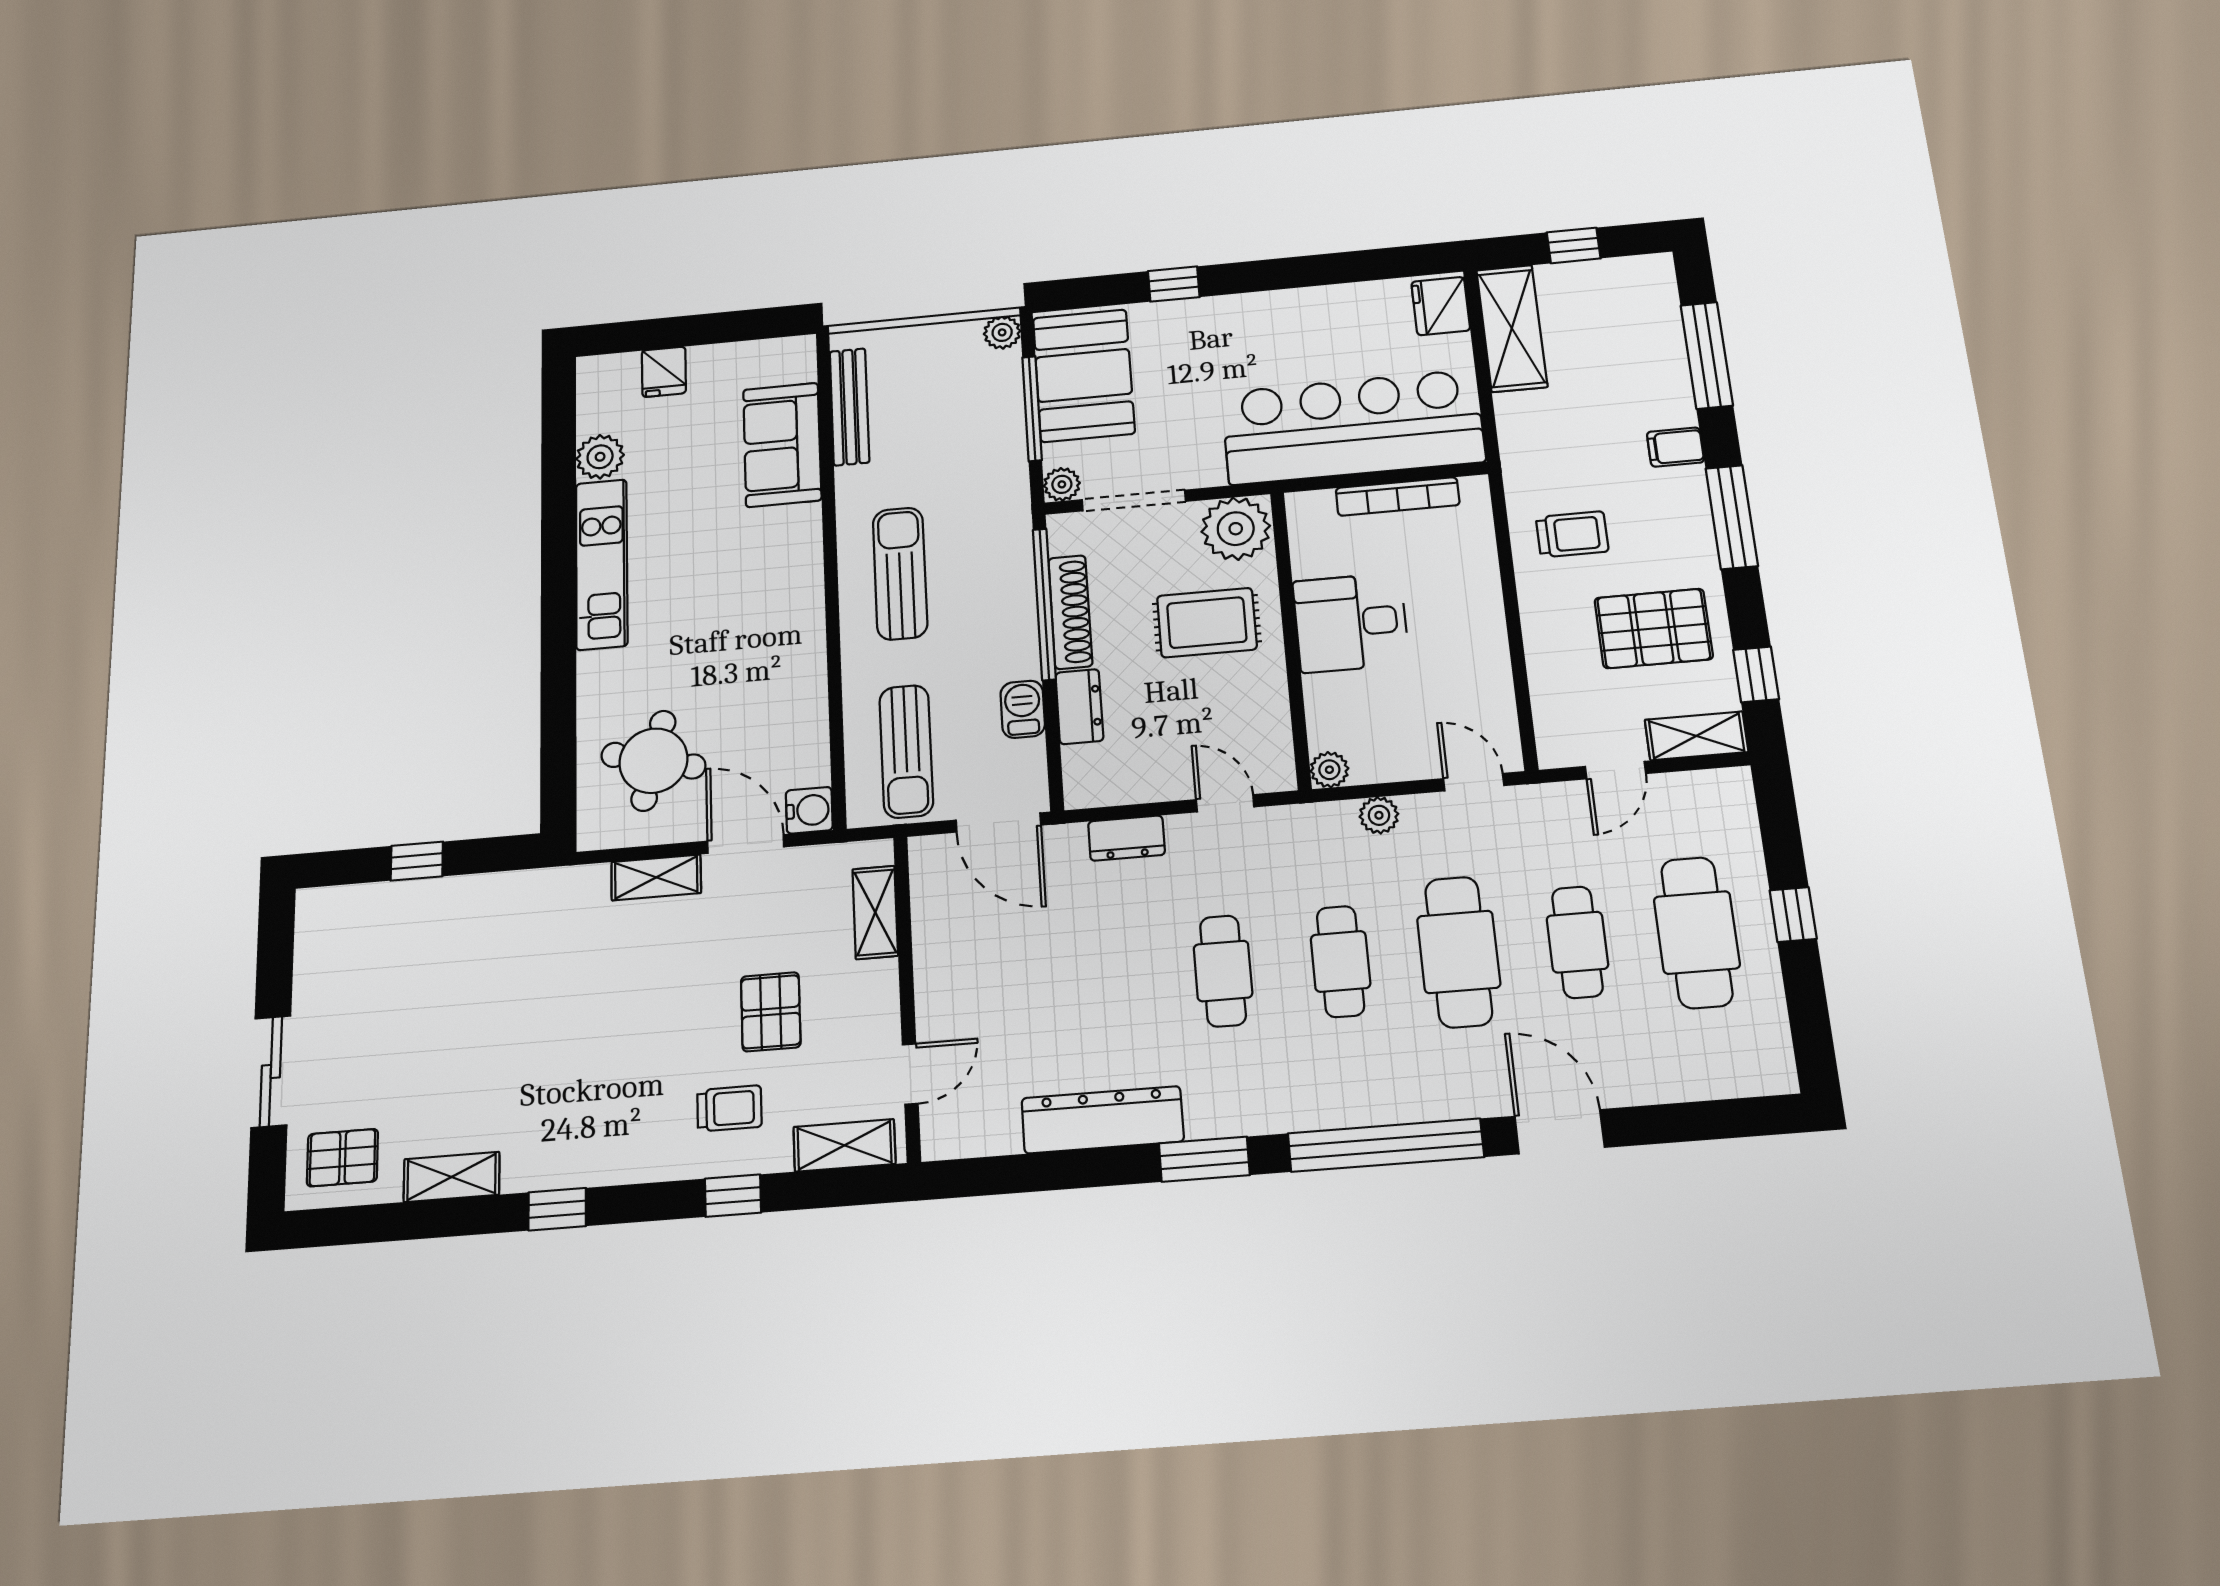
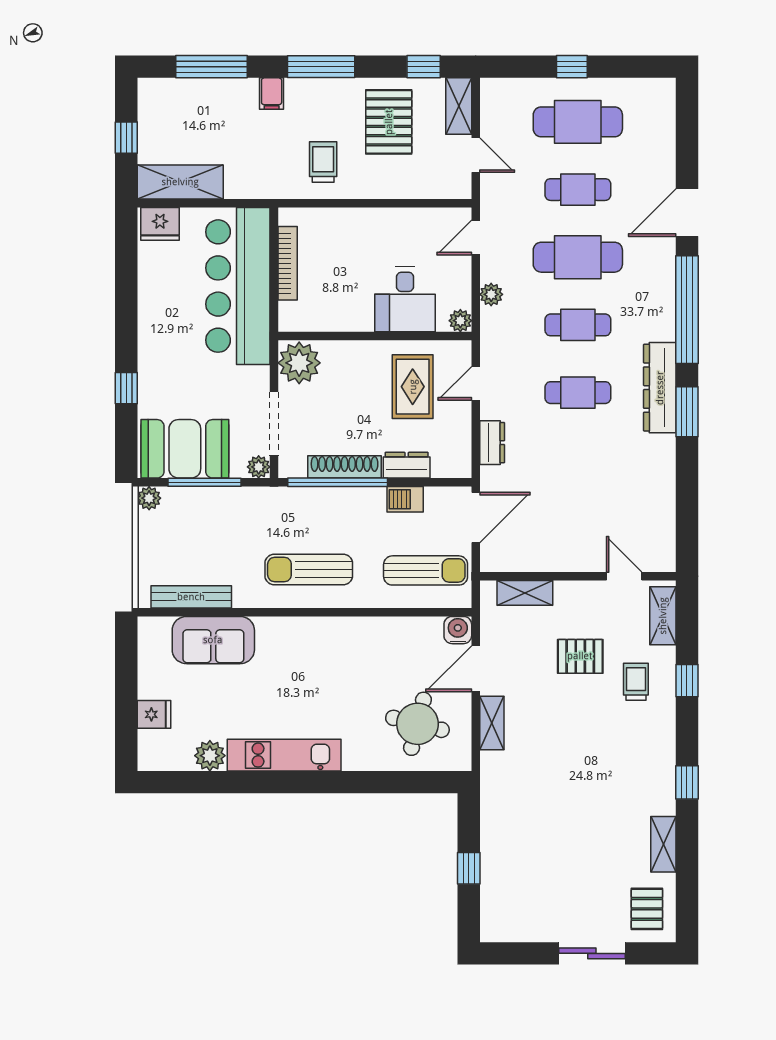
rug: (1207, 623) -> (413, 387), moved
desk: (1351, 623) -> (405, 299), moved
dresser: (1102, 1120) -> (660, 388), moved

